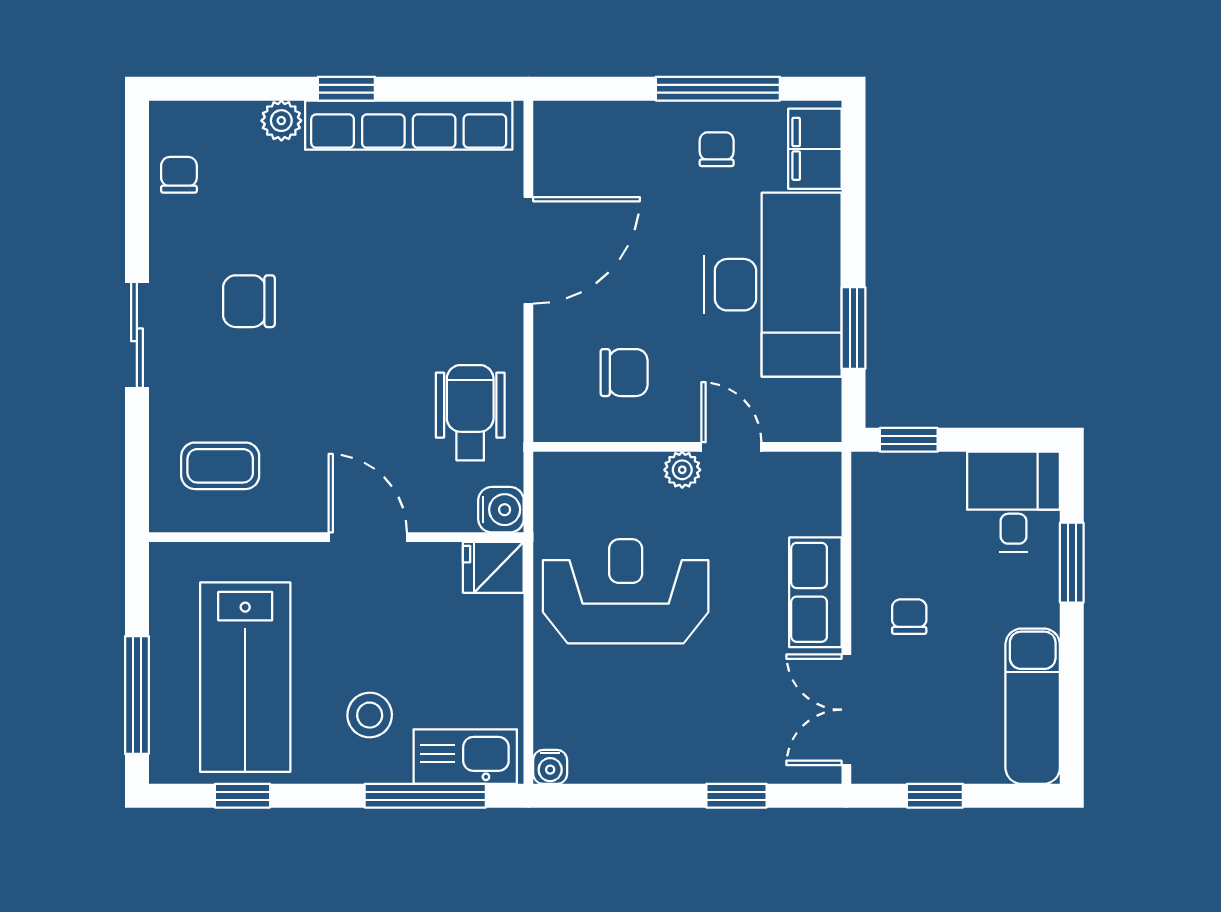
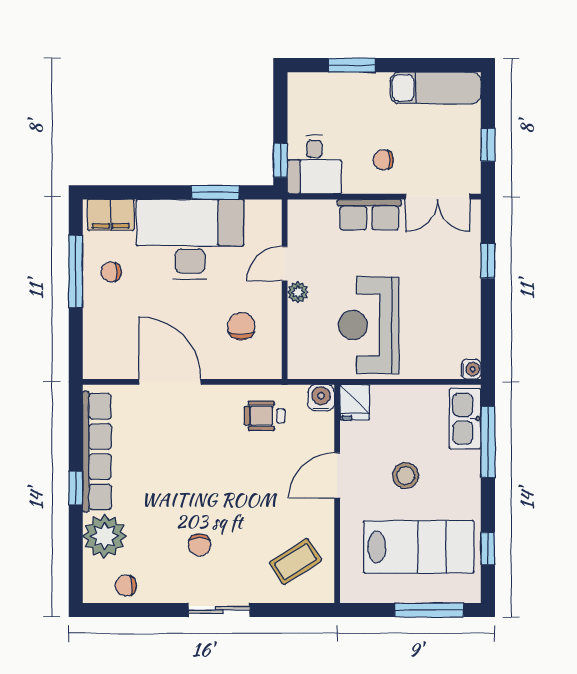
plant: (281, 121) -> (104, 536), width x1.88, depth x1.88
chair: (249, 301) -> (200, 545), width x0.73, depth x0.73
wheelchair: (470, 413) -> (265, 416), width x0.73, depth x0.73
coffee table: (220, 466) -> (296, 562), turned 58
desk: (1014, 502) -> (314, 165), moved, turned -90
stool: (370, 715) -> (406, 476), moved

